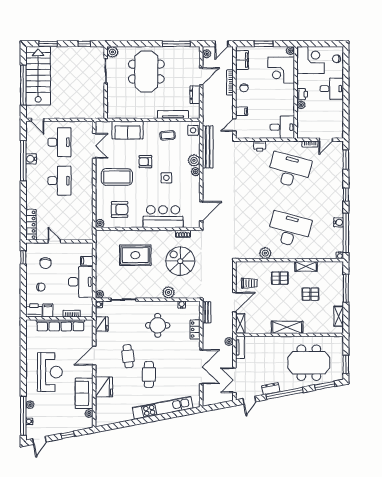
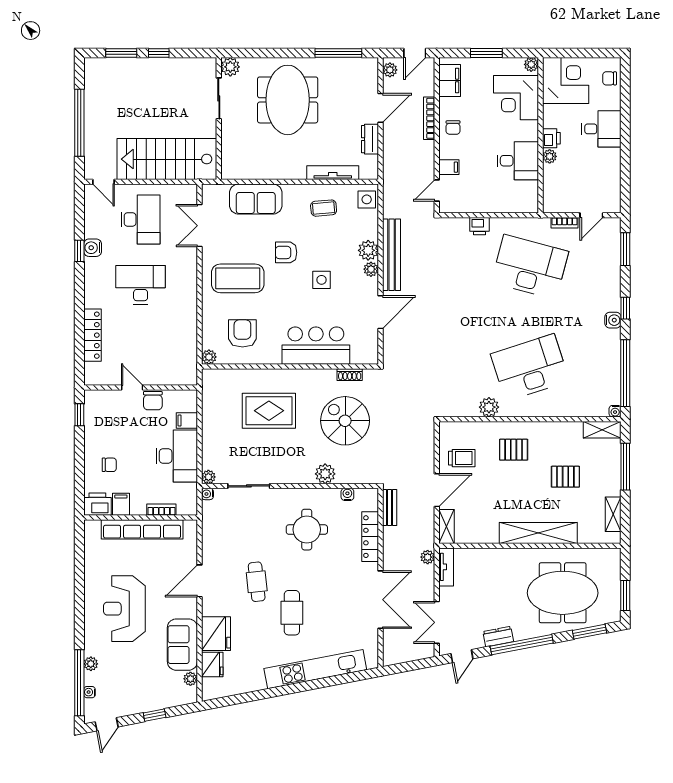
window: (84, 44) -> (159, 53), moved
stairs: (38, 76) -> (167, 159), moved, turned -90
desk: (282, 127) -> (518, 161), moved
double door: (94, 146) -> (199, 226), swing flipped
bench: (208, 147) -> (392, 255), moved
window: (23, 161) -> (79, 251), width x0.32
desk: (59, 181) -> (141, 285), turned -90
armchair: (120, 209) -> (242, 333), turned -90
door: (201, 211) -> (380, 312), moved
water cooler: (339, 222) -> (613, 320), moved
locker: (31, 225) -> (92, 335), moved
desk: (289, 230) -> (530, 367), turned -33
chair: (45, 263) -> (153, 401), moved
shelving: (306, 266) -> (602, 430), moved
fridge: (102, 324) -> (212, 665), moved
shelving: (287, 327) -> (538, 533), width x1.47
locker: (195, 330) -> (370, 537), width x1.53
reception desk: (50, 372) -> (124, 609), turned 180

